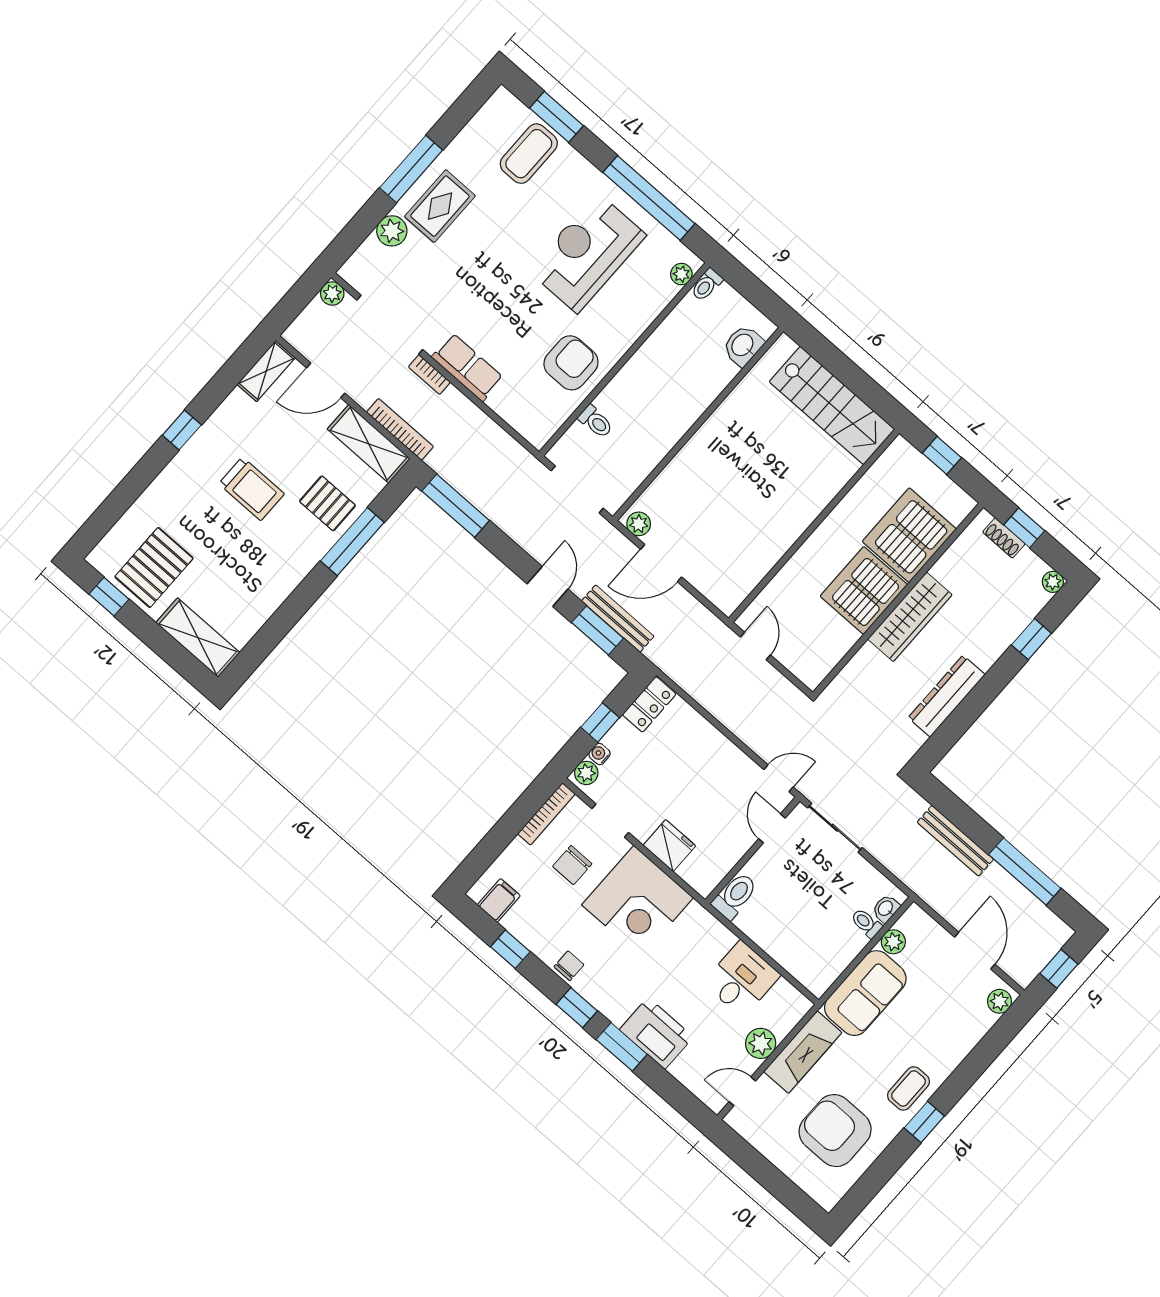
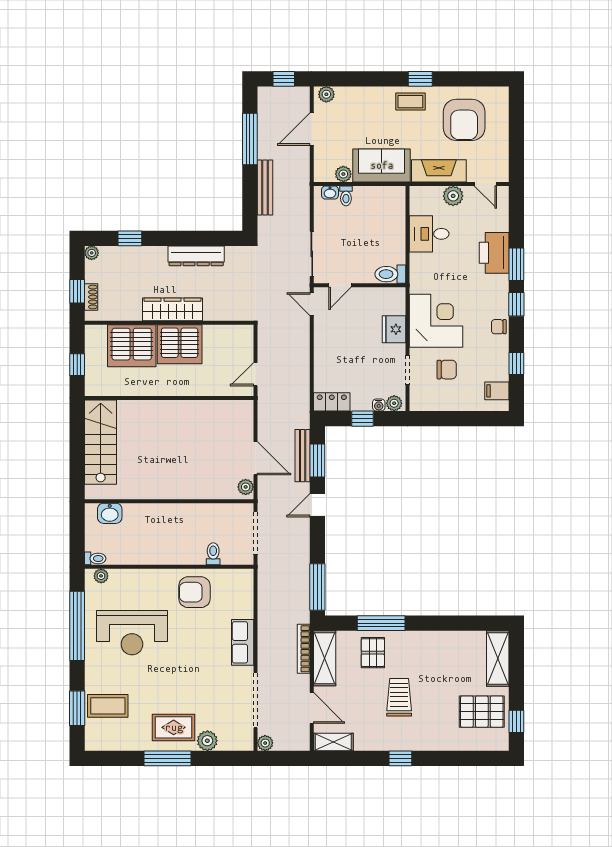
bookcase: (429, 375) -> (263, 658), removed
bookcase: (546, 814) -> (432, 405), removed

